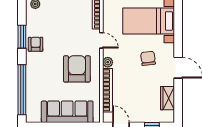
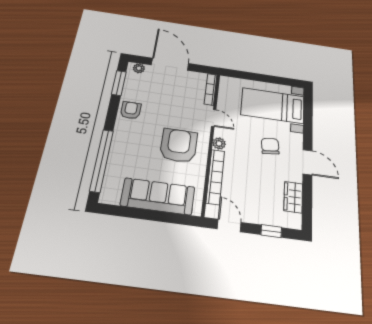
window: (22, 37) -> (119, 83), moved

